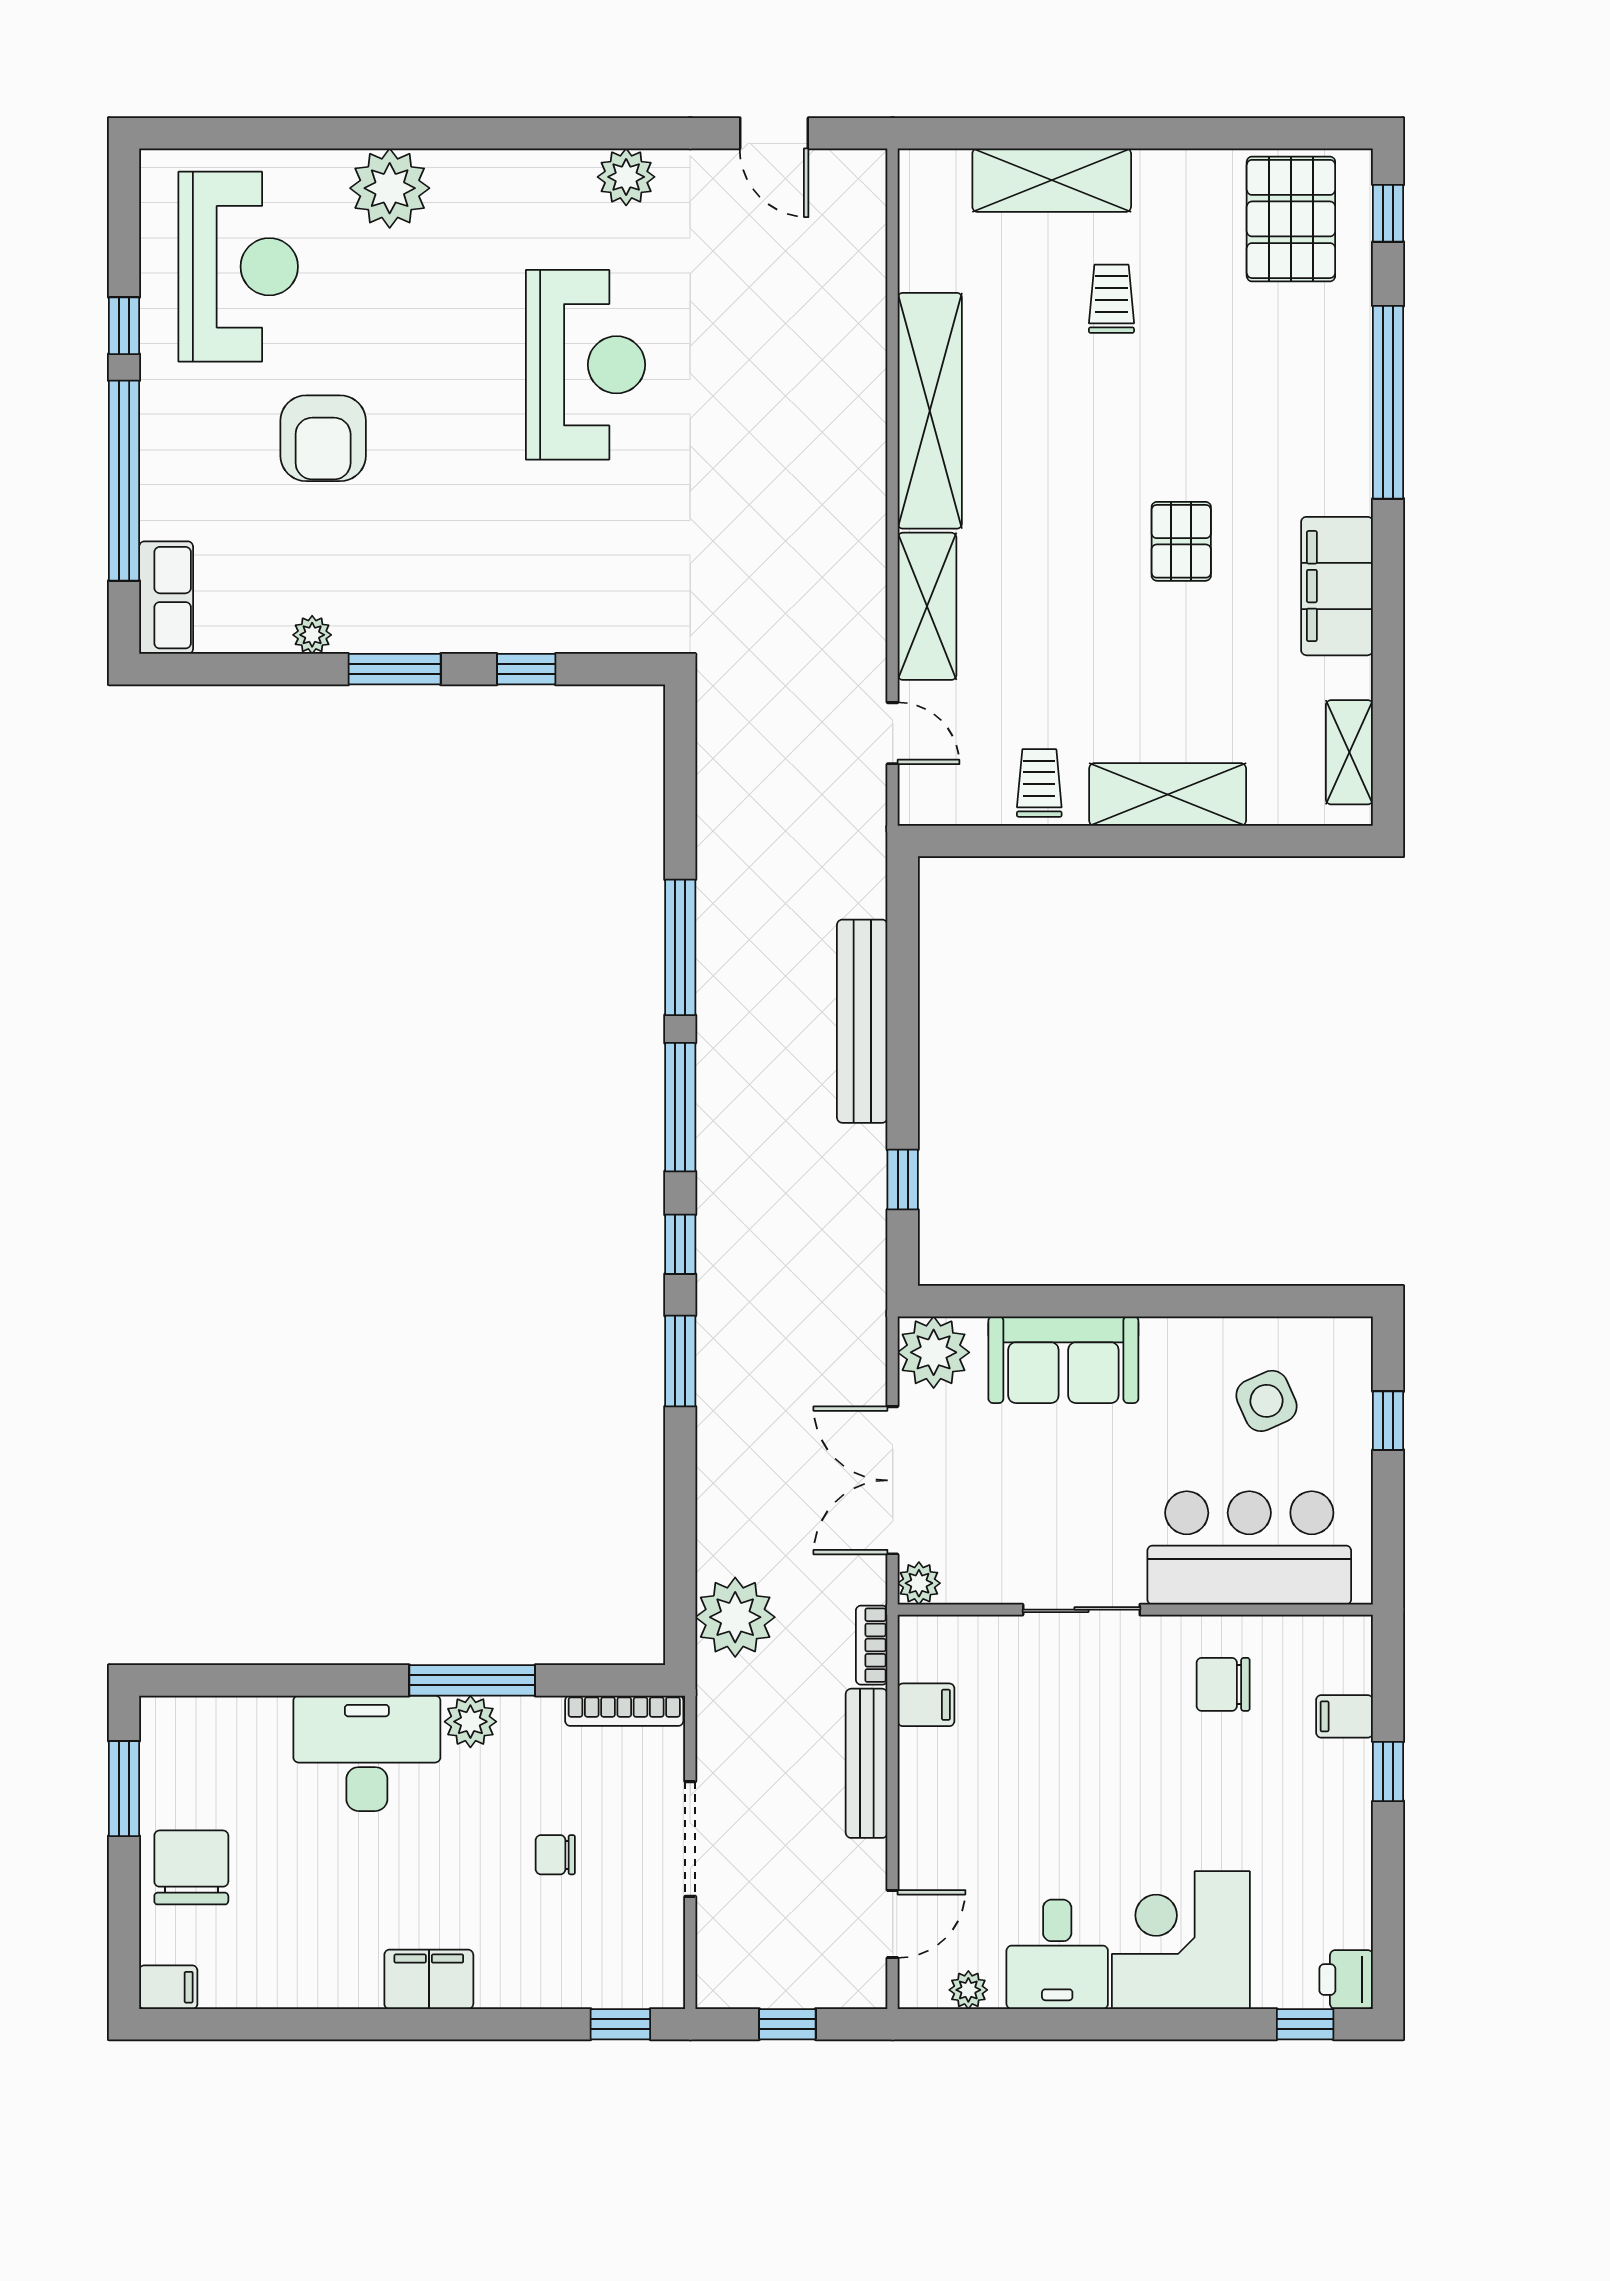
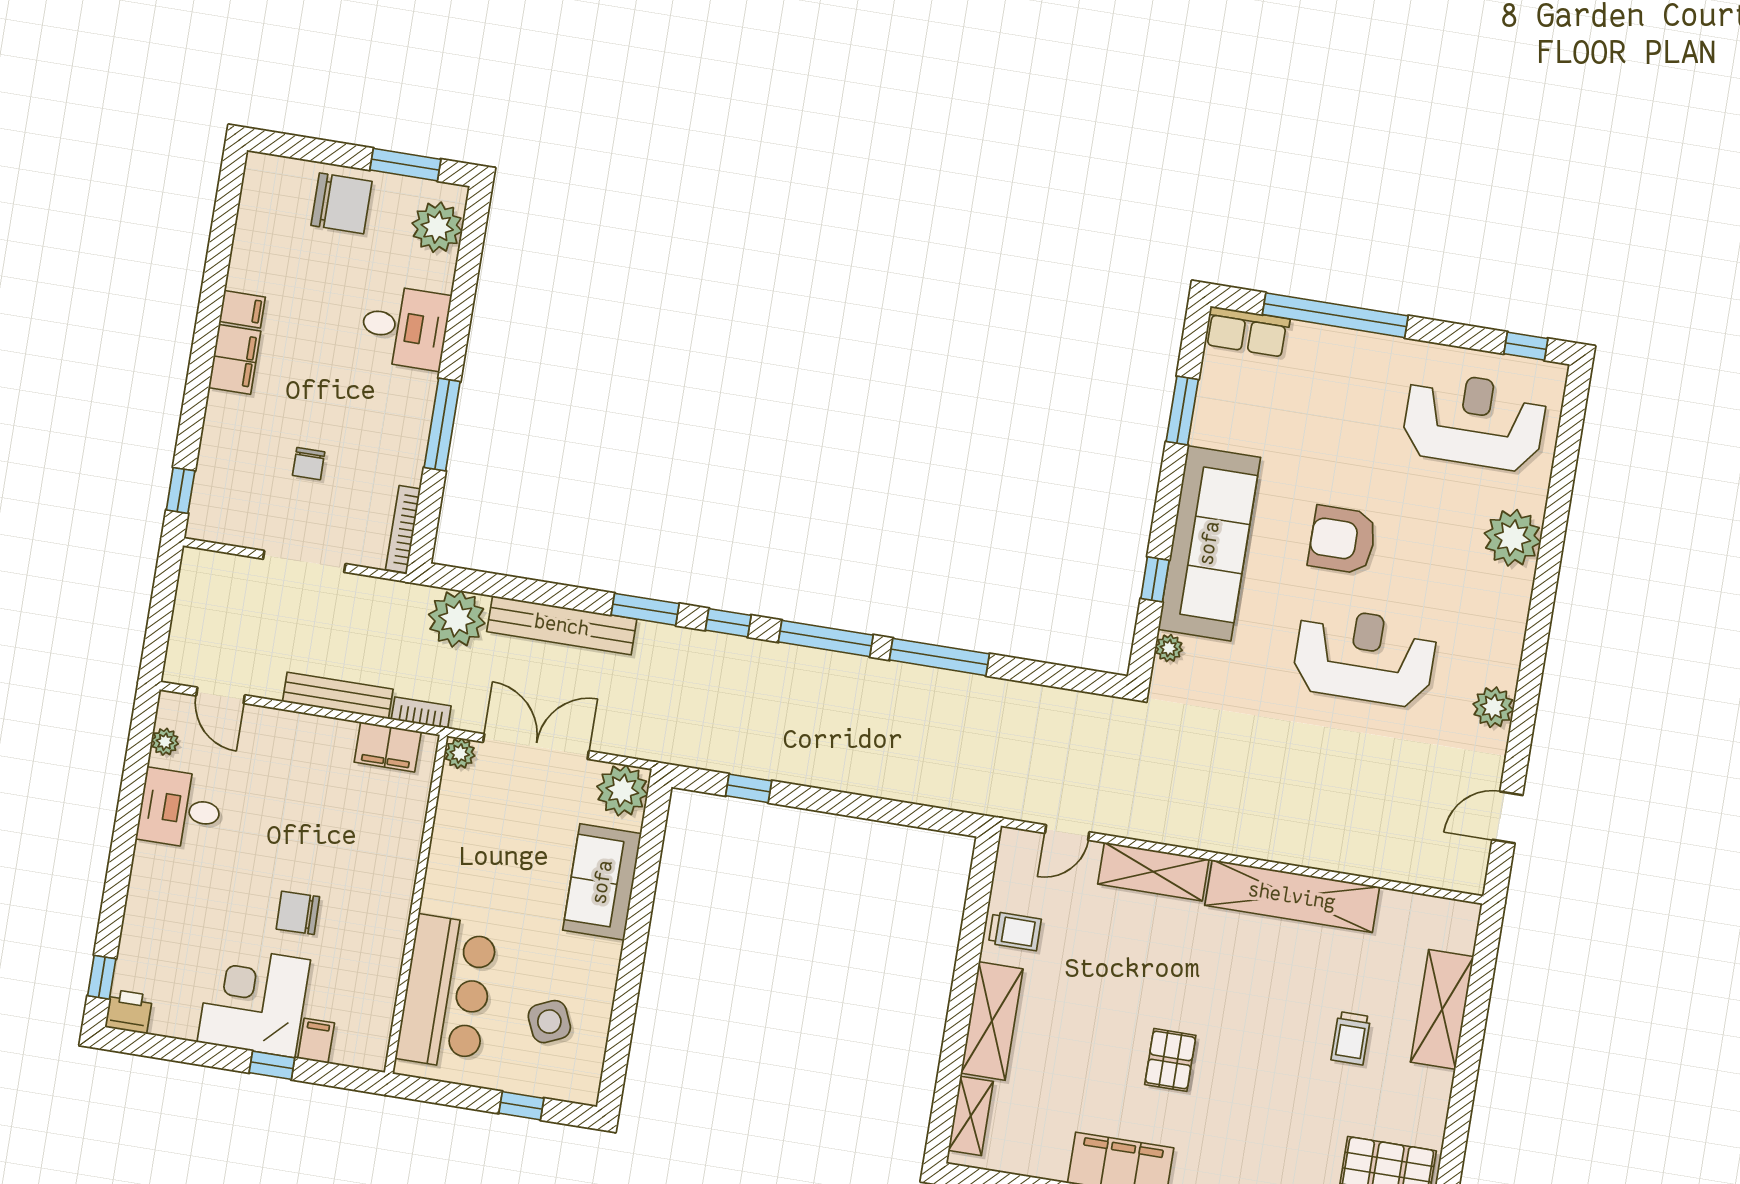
reception desk: (238, 267) -> (1474, 421), turned 180
trolley: (1111, 299) -> (1351, 1038), turned 90
window: (124, 326) -> (1526, 346), moved
reception desk: (585, 365) -> (1364, 657), turned 180
armchair: (323, 438) -> (1342, 540), moved
pallet: (1181, 541) -> (1170, 1060), turned 90
sofa: (465, 603) -> (1209, 543), added
plant: (312, 635) -> (1169, 648), moved
window: (395, 669) -> (1182, 411), moved
shelving: (1349, 752) -> (971, 1116), moved, turned 90
bench: (862, 1021) -> (562, 625), moved
sliding door: (1081, 1610) -> (422, 866), removed
chair: (1223, 1684) -> (298, 913), moved, turned -91
filing cabinet: (926, 1705) -> (388, 747), width x2.00
plant: (470, 1722) -> (437, 227), moved, width x1.36, depth x1.36
desk: (367, 1753) -> (405, 327), width x0.73
chair: (555, 1855) -> (309, 464), turned 180
corner desk: (1181, 1940) -> (254, 1001), moved, turned -90
filing cabinet: (168, 1987) -> (242, 309), moved, turned -90
window: (787, 2024) -> (161, 609), removed

